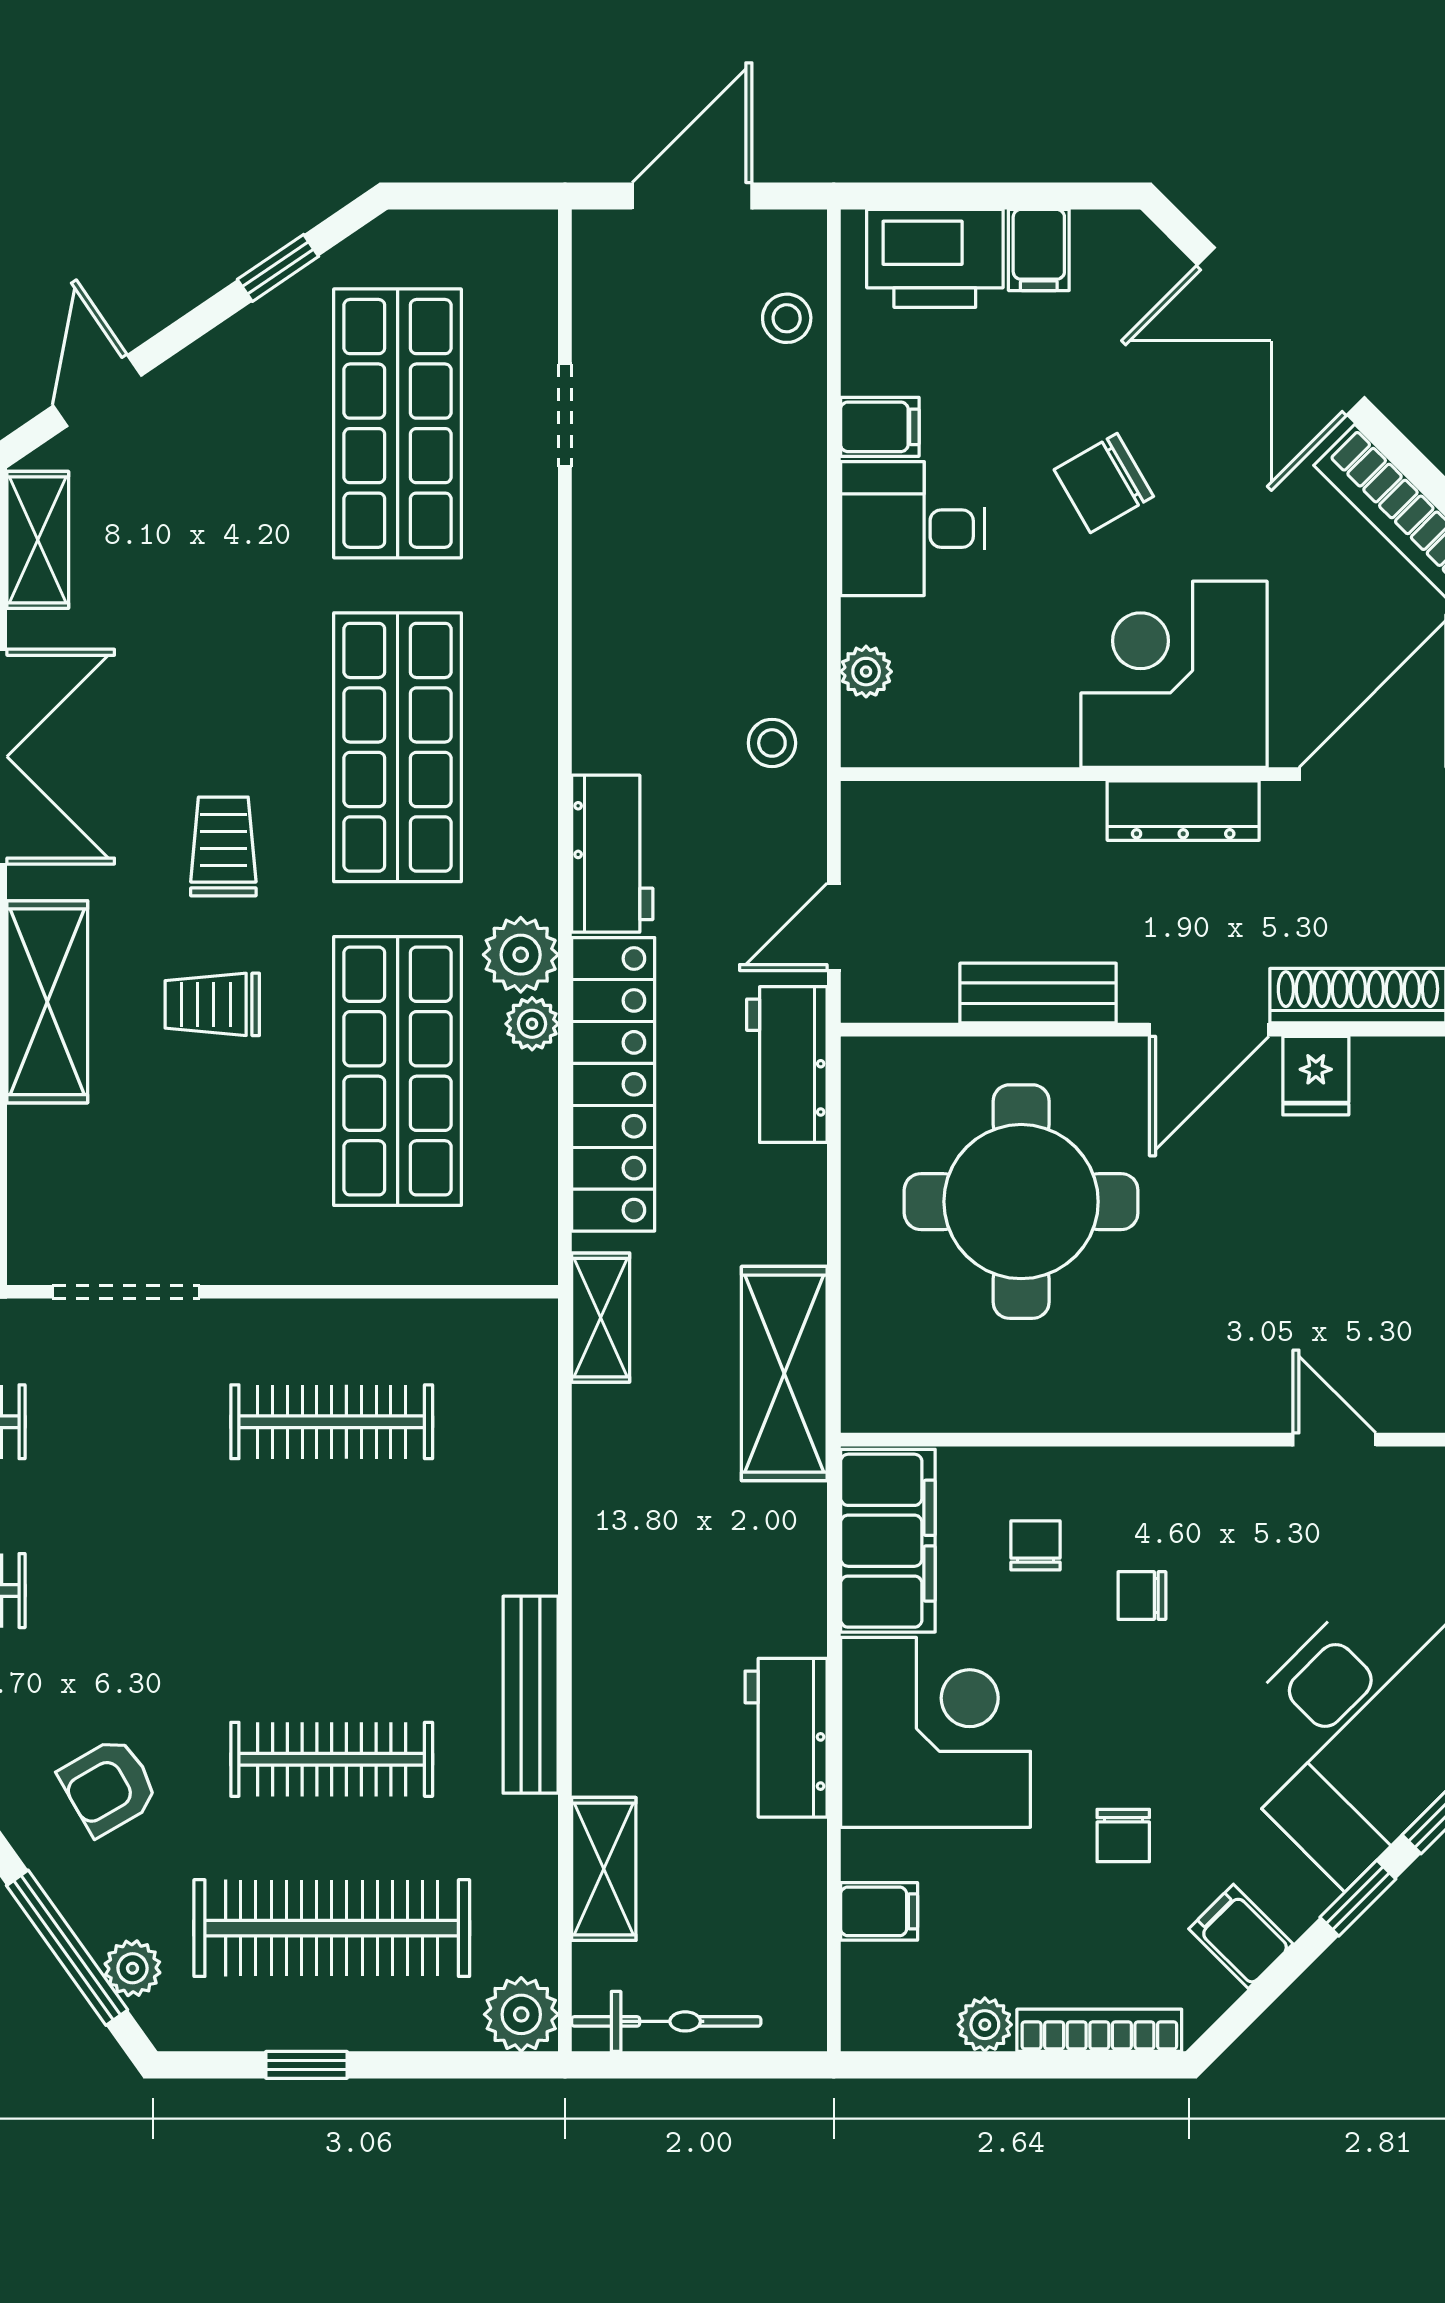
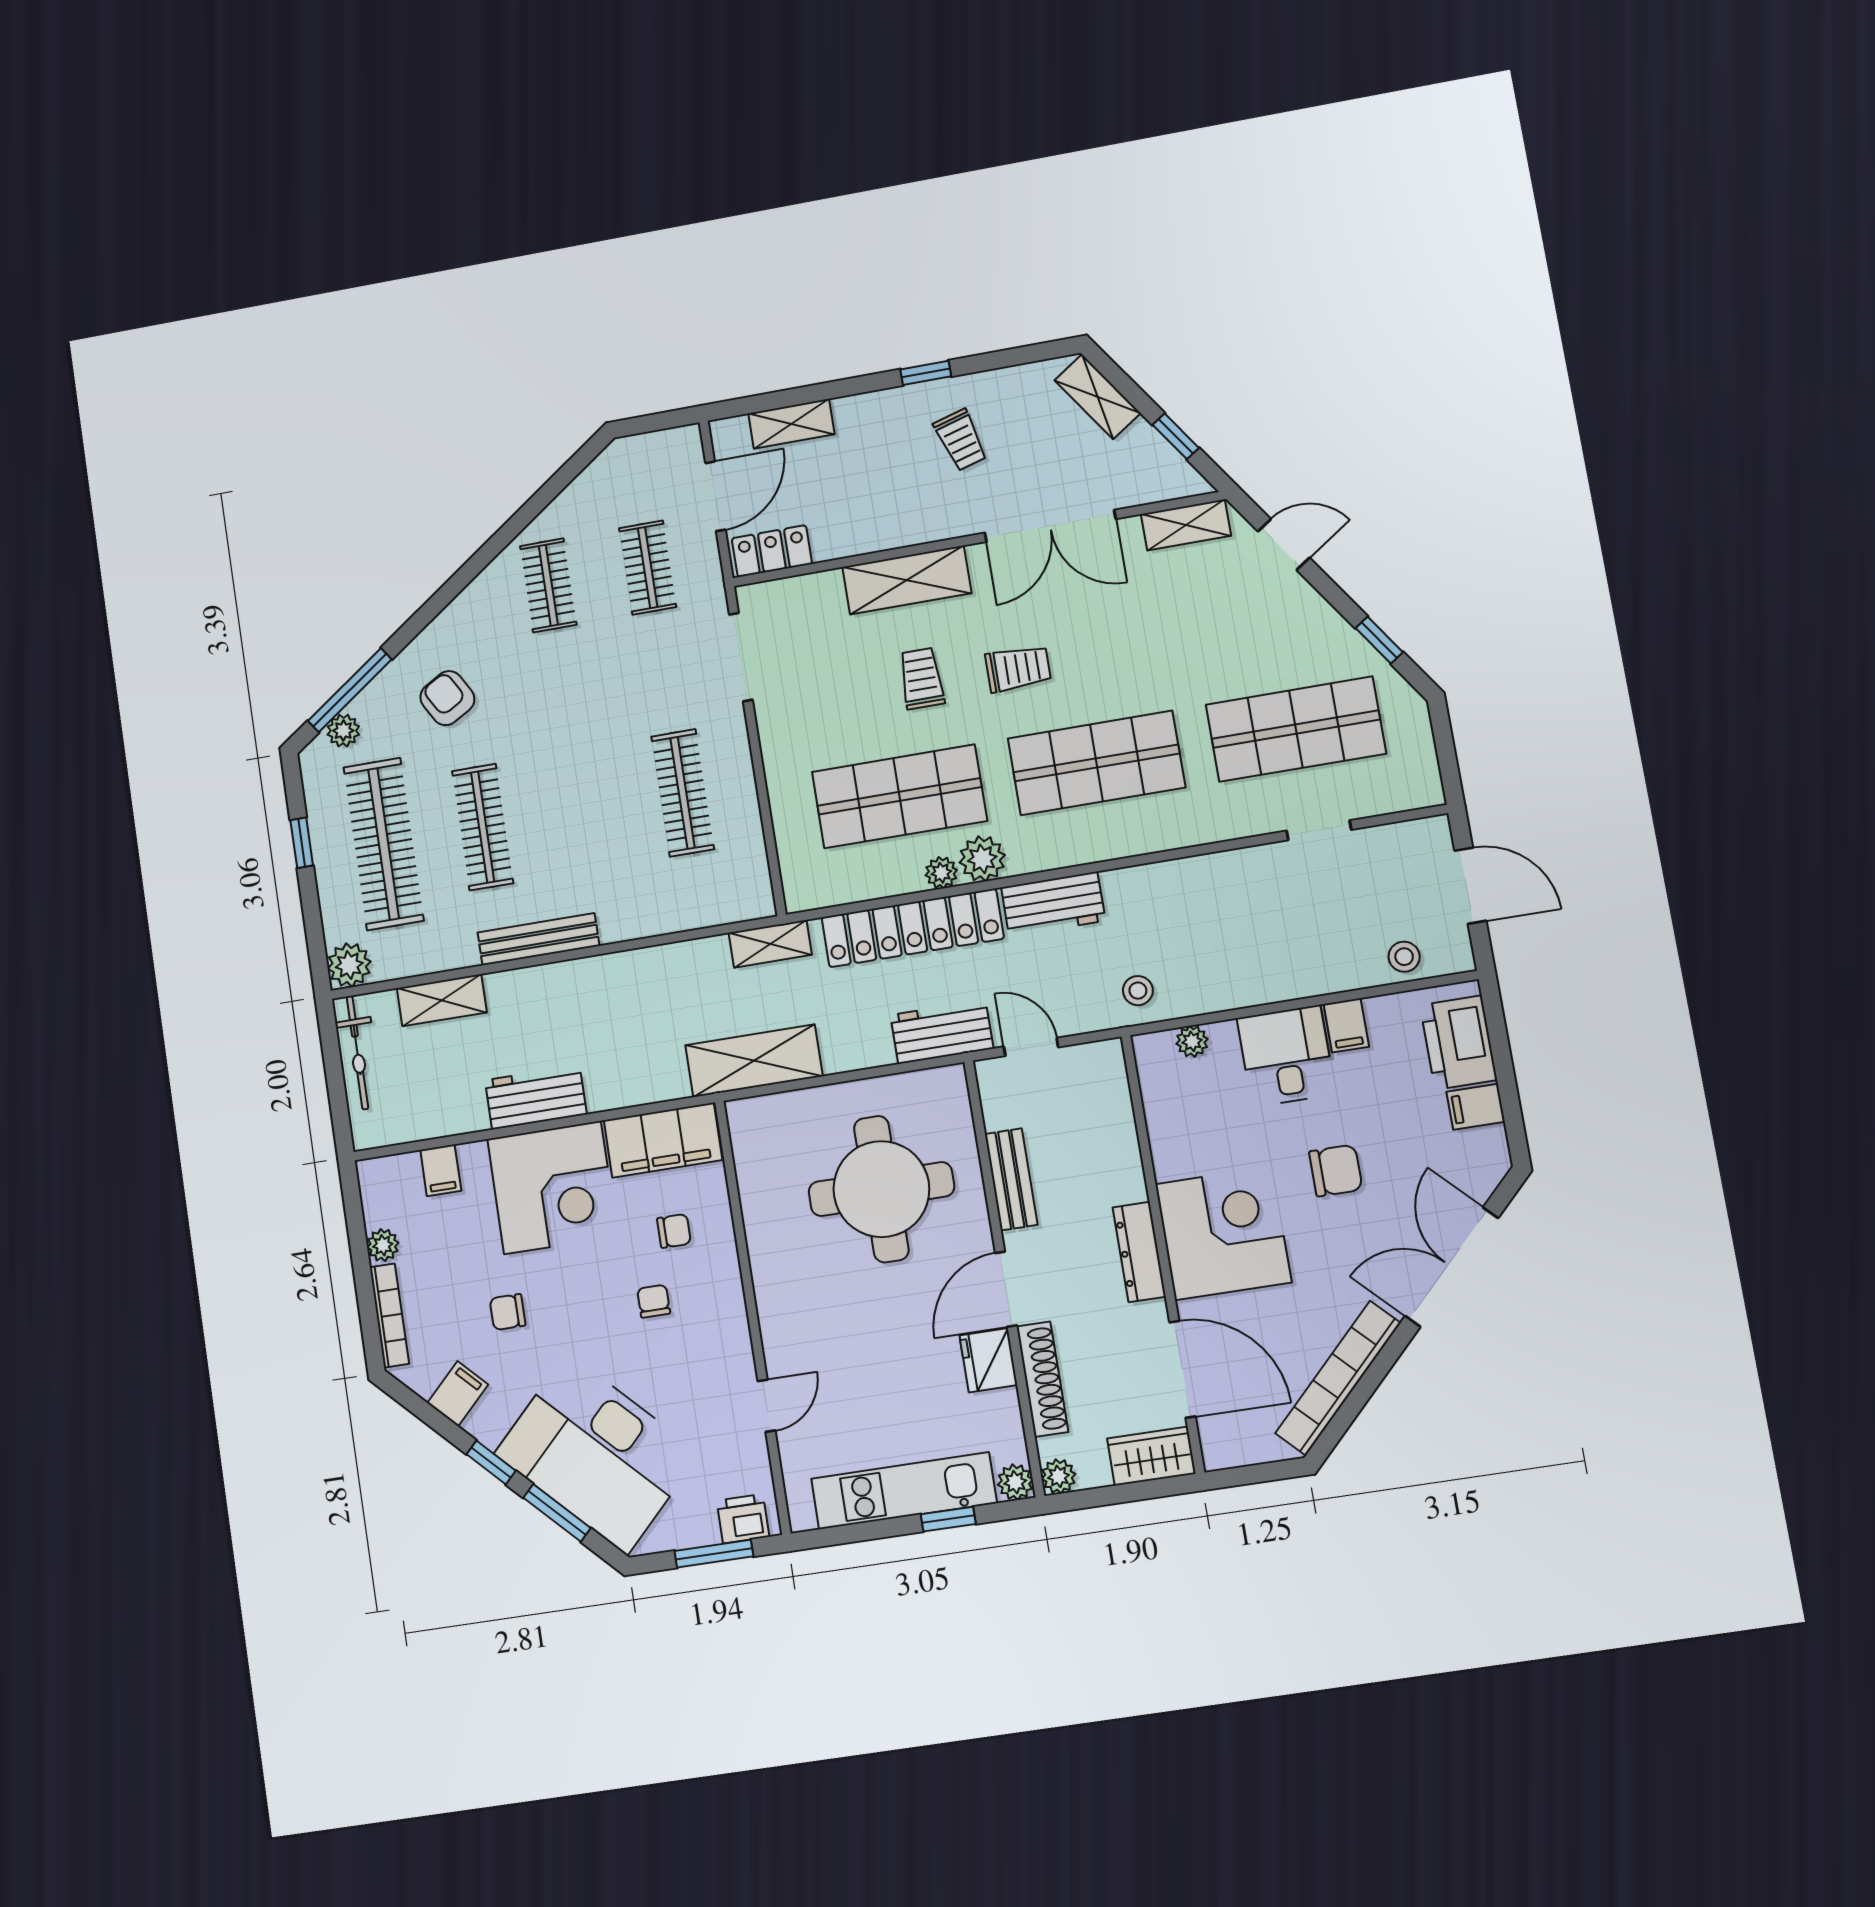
chair: (1104, 483) -> (1336, 1171), turned 120
door: (1209, 1030) -> (1006, 1289), hinge flipped
fridge: (1316, 1076) -> (988, 1360), width x1.38

